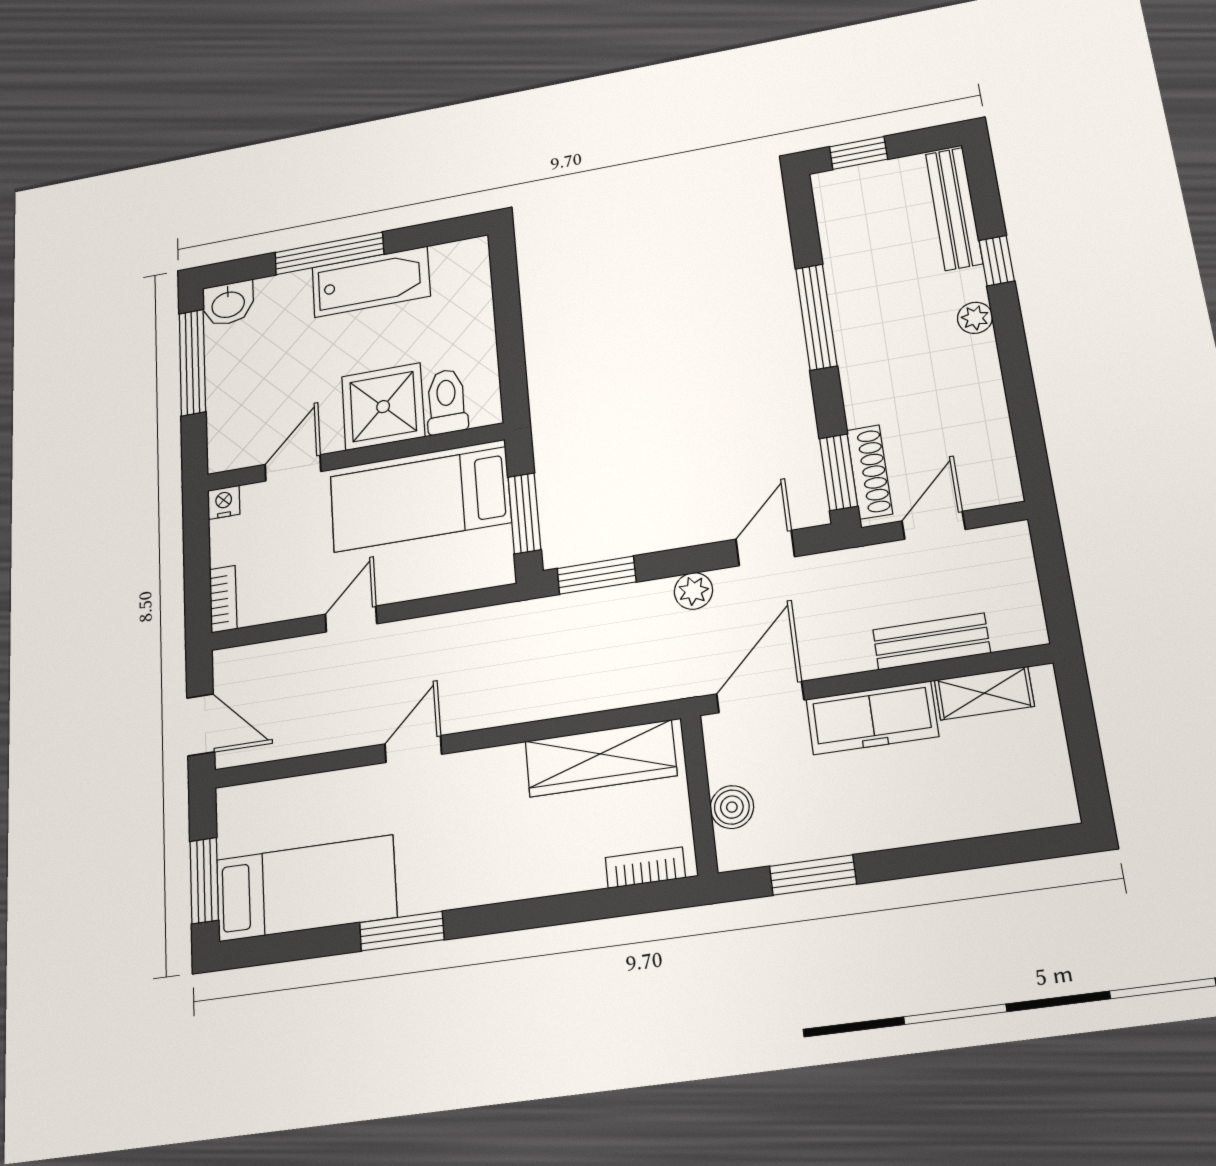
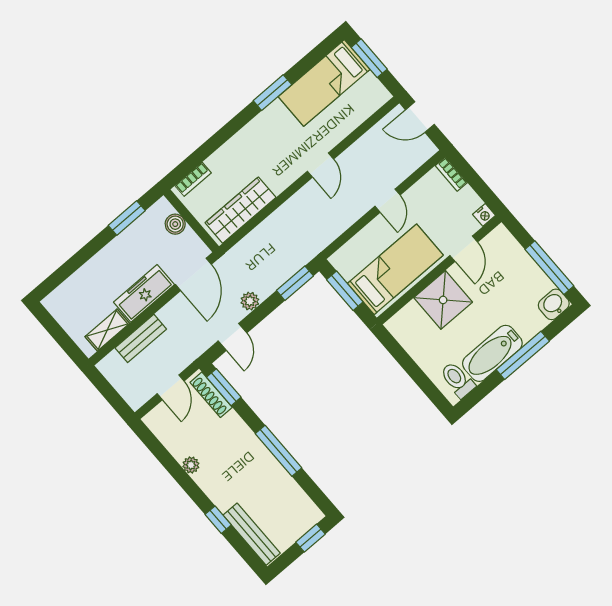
plant: (975, 318) -> (191, 465), moved
toilet: (447, 402) -> (457, 380), moved, turned 180

